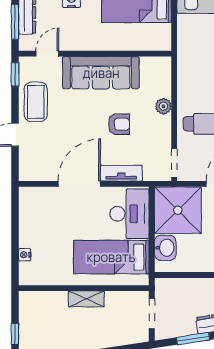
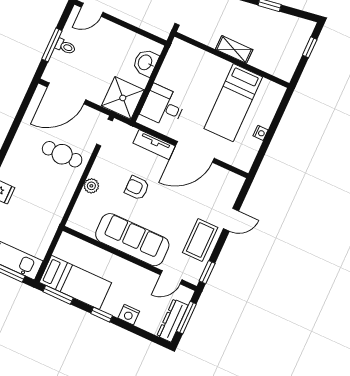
shower: (178, 210) -> (123, 98), width x0.73, depth x0.73
desk: (129, 214) -> (163, 106), width x0.73
nightstand: (25, 255) -> (261, 133), moved
bed: (111, 257) -> (233, 103), moved, turned 90

